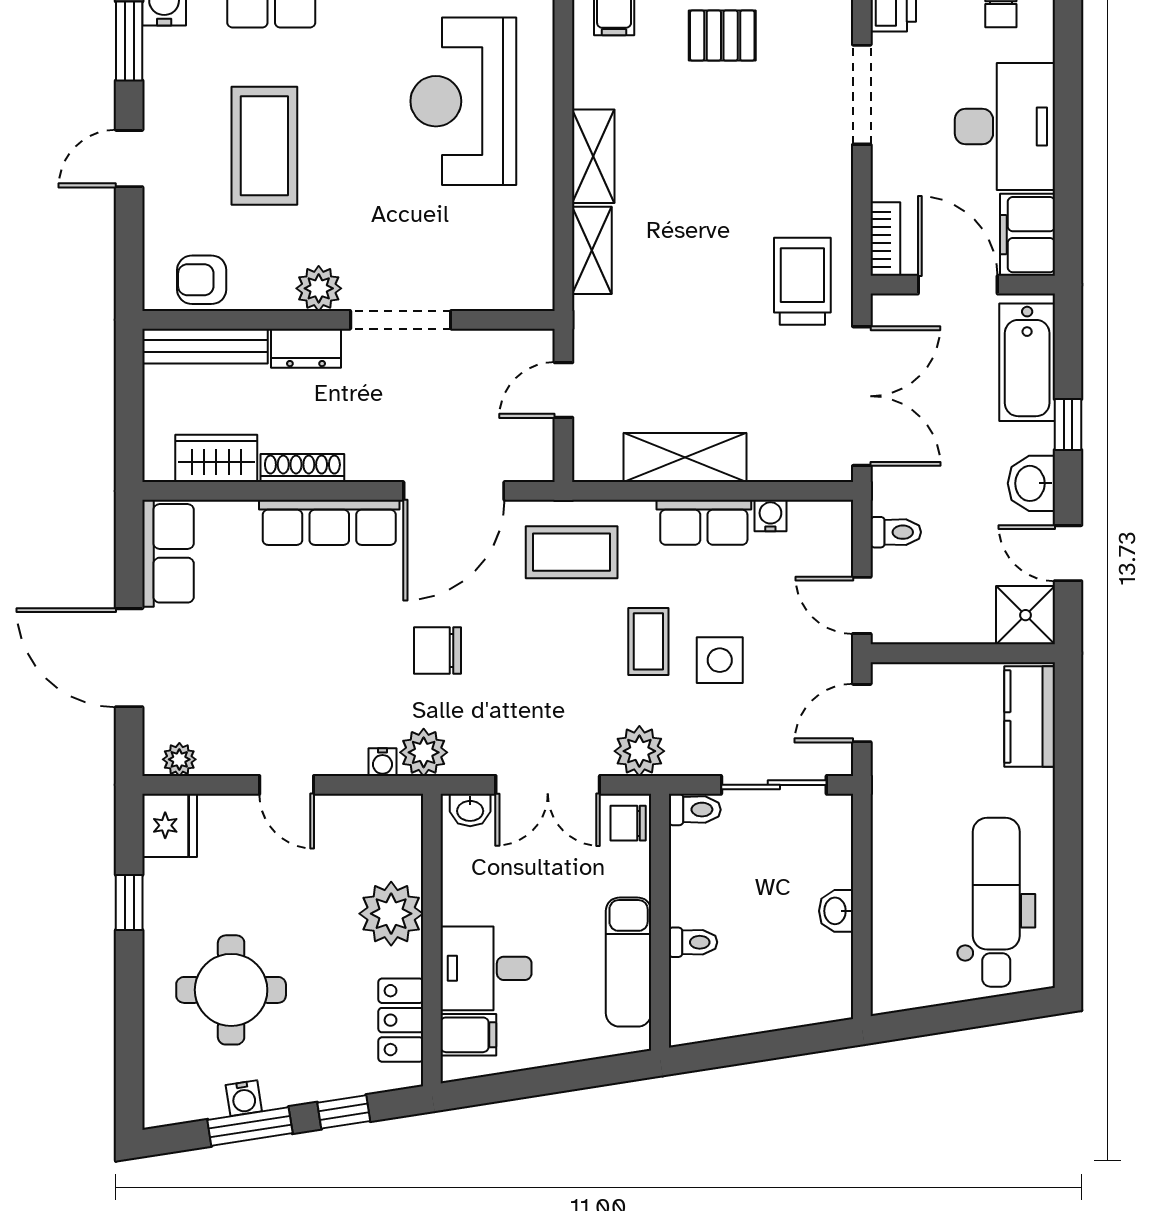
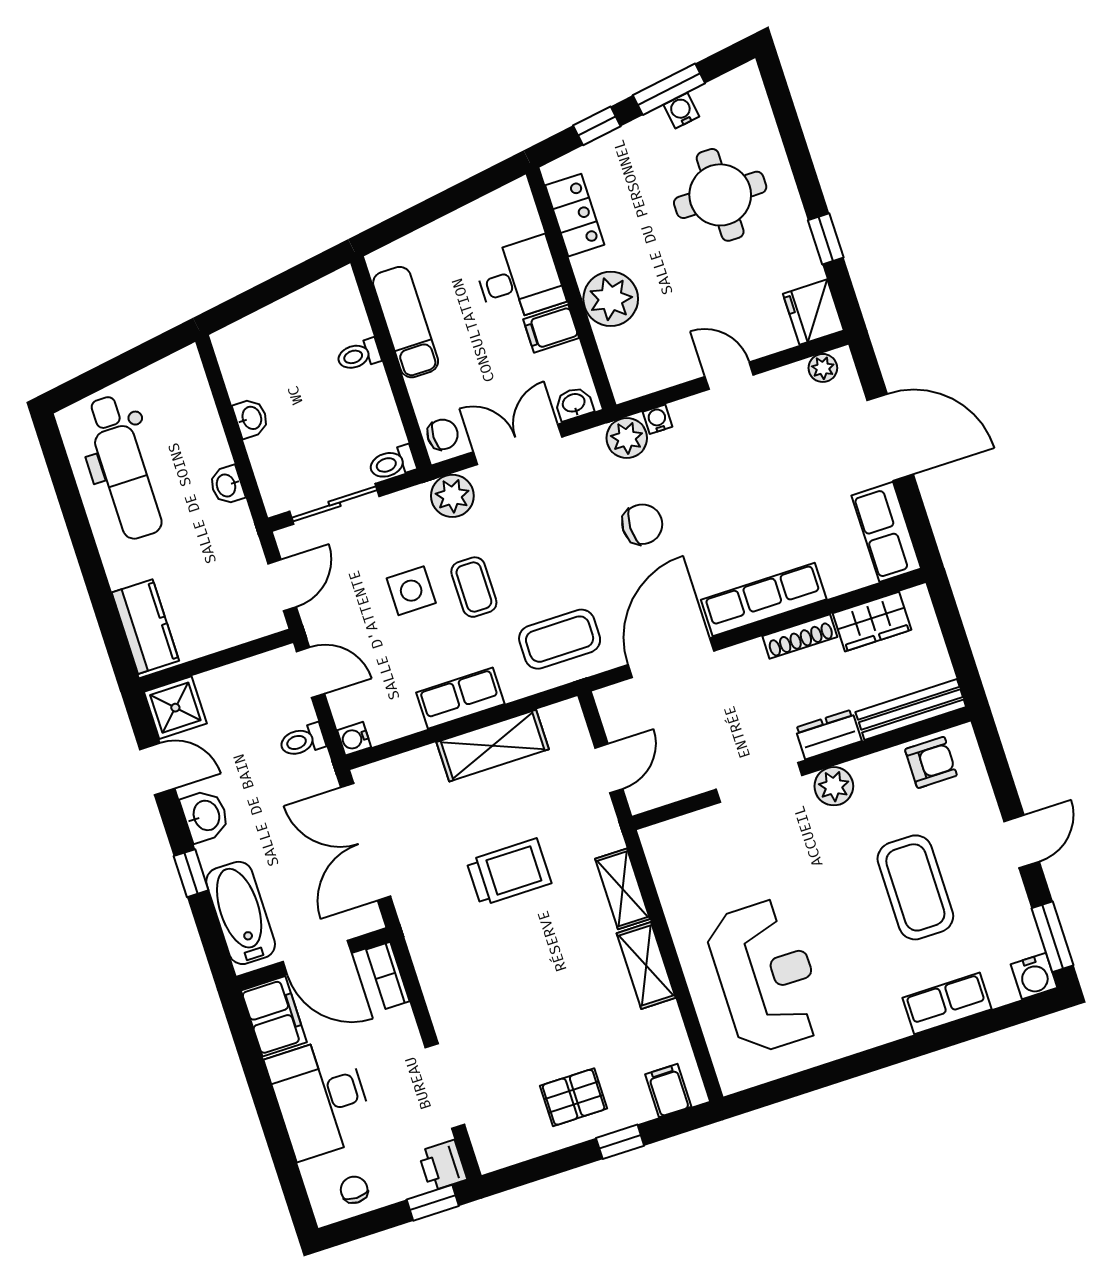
trolley: (802, 281) -> (509, 872), moved, turned -90
water cooler: (770, 516) -> (354, 739), moved, turned 90
washbasin: (887, 845) -> (227, 485), added
filing cabinet: (468, 1035) -> (551, 329), moved

